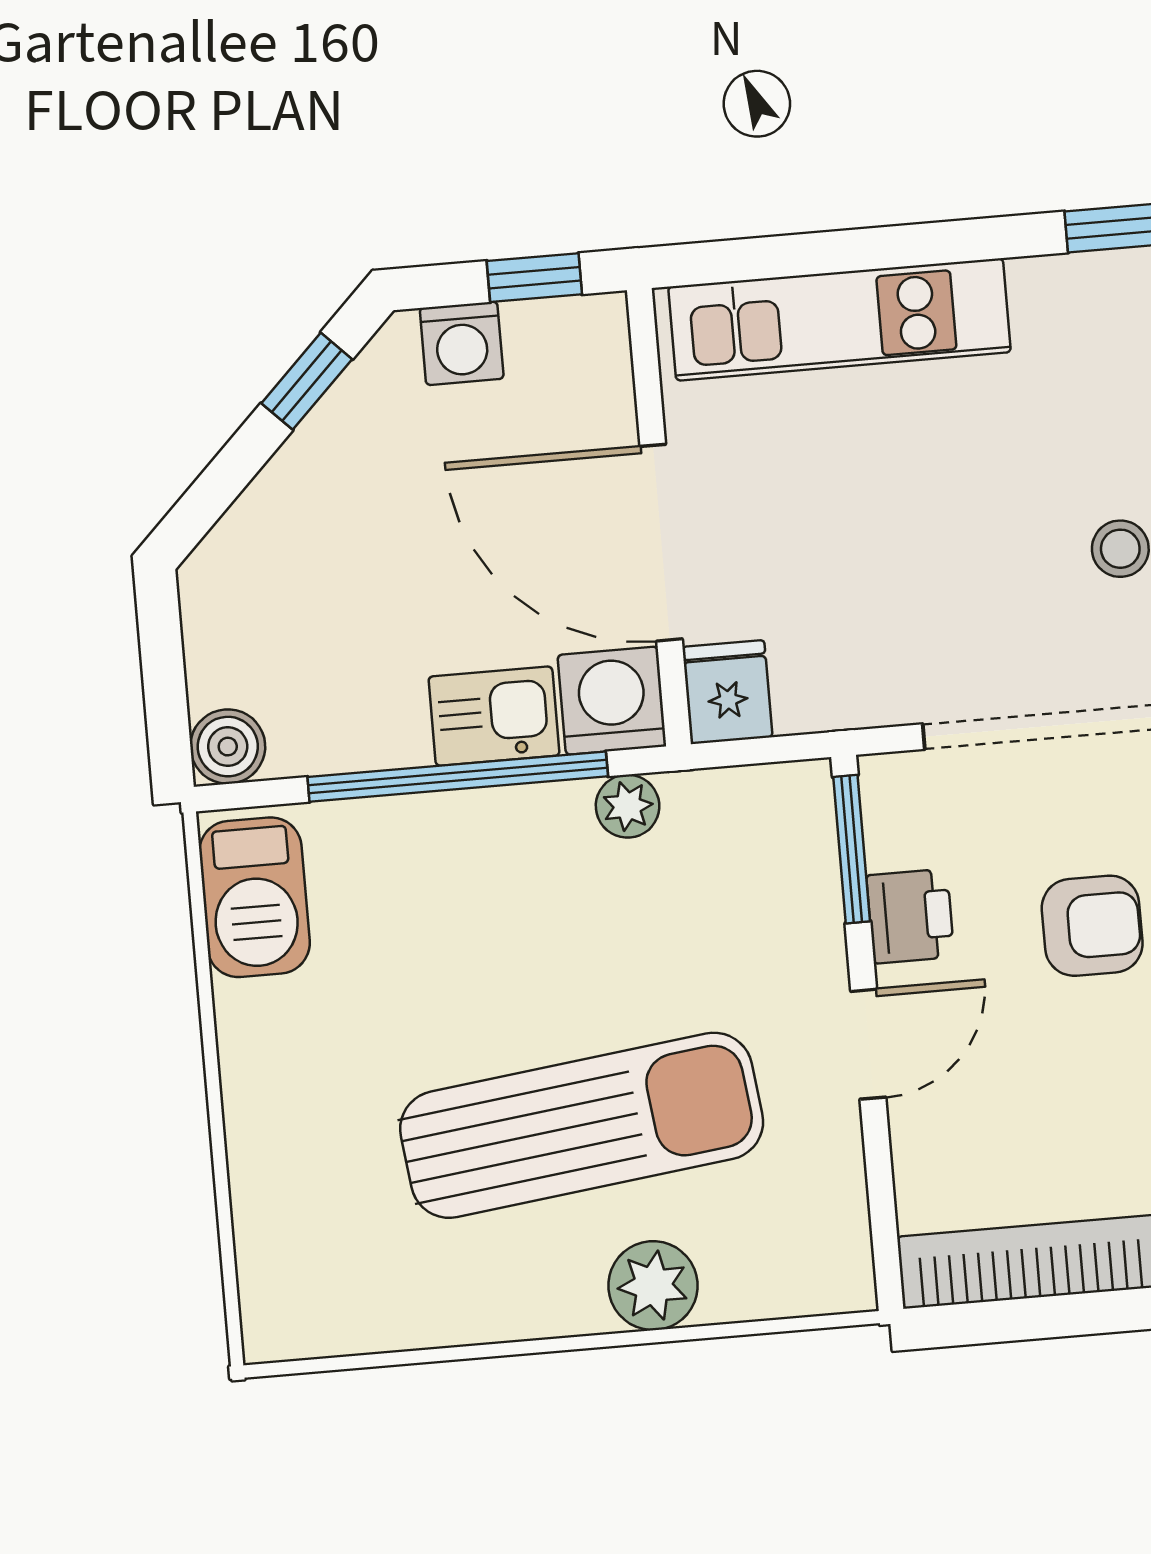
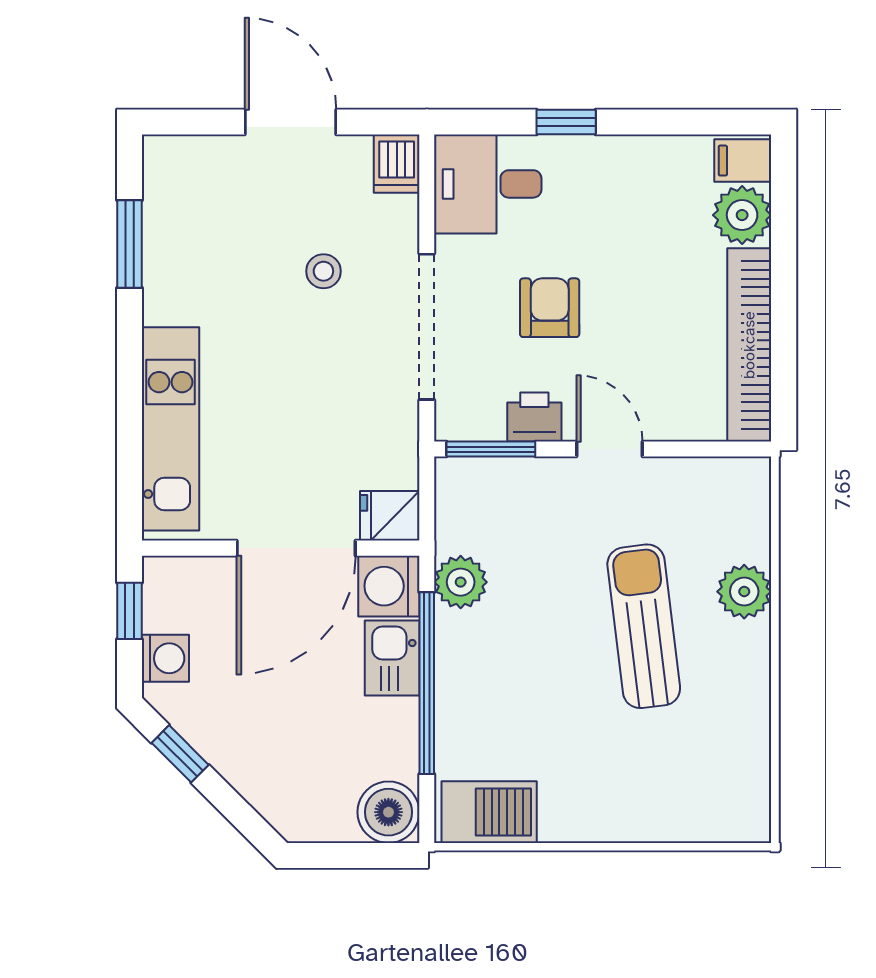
boiler: (228, 747) -> (388, 812), width x1.36, depth x1.36
plant: (628, 806) -> (461, 582), width x1.38, depth x1.38
sun lounger: (582, 1125) -> (644, 626), width x0.73, depth x0.75

